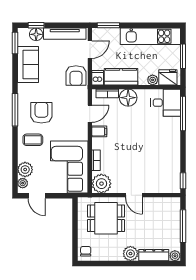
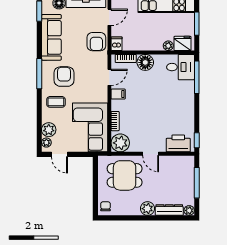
sofa: (28, 65) -> (51, 37), width x1.36
kitchen counter: (121, 77) -> (139, 43), removed
printer: (163, 184) -> (178, 143), added

